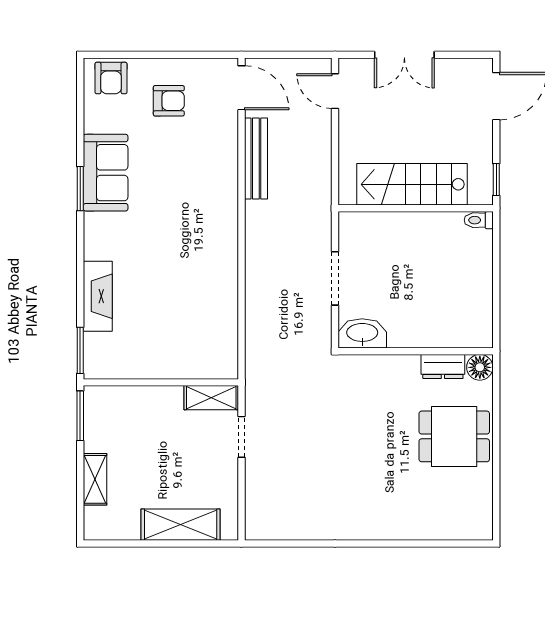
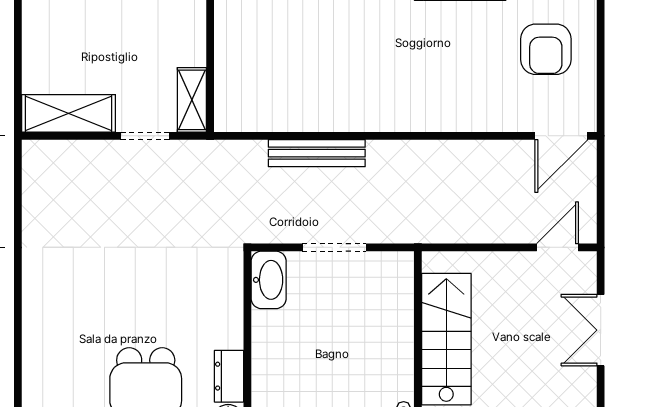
armchair: (169, 101) -> (546, 49), width x1.38, depth x1.38
bench: (256, 159) -> (317, 153), moved
shelving: (181, 525) -> (69, 113), moved, turned 90

